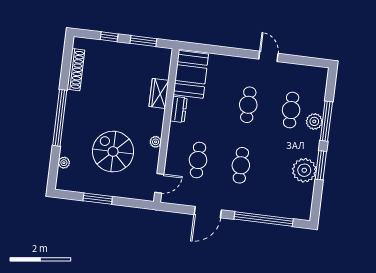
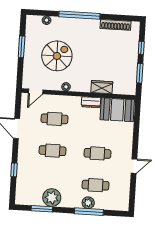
window: (321, 165) -> (42, 209), moved
door: (159, 183) -> (36, 91), hinge flipped
window: (264, 219) -> (14, 170), width x0.32

